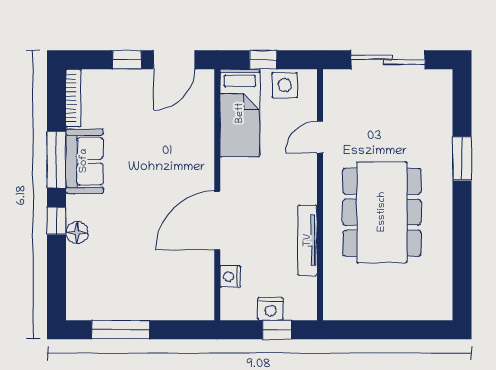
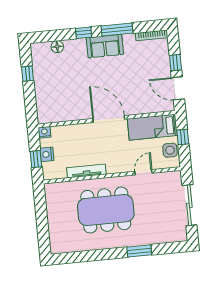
door: (320, 137) -> (143, 172), hinge flipped
sofa: (84, 161) -> (105, 46), moved
door: (217, 221) -> (109, 119), moved
floor lamp: (77, 233) -> (57, 47), moved
nightstand: (230, 276) -> (44, 132), moved
window: (121, 330) -> (28, 74), width x0.46

